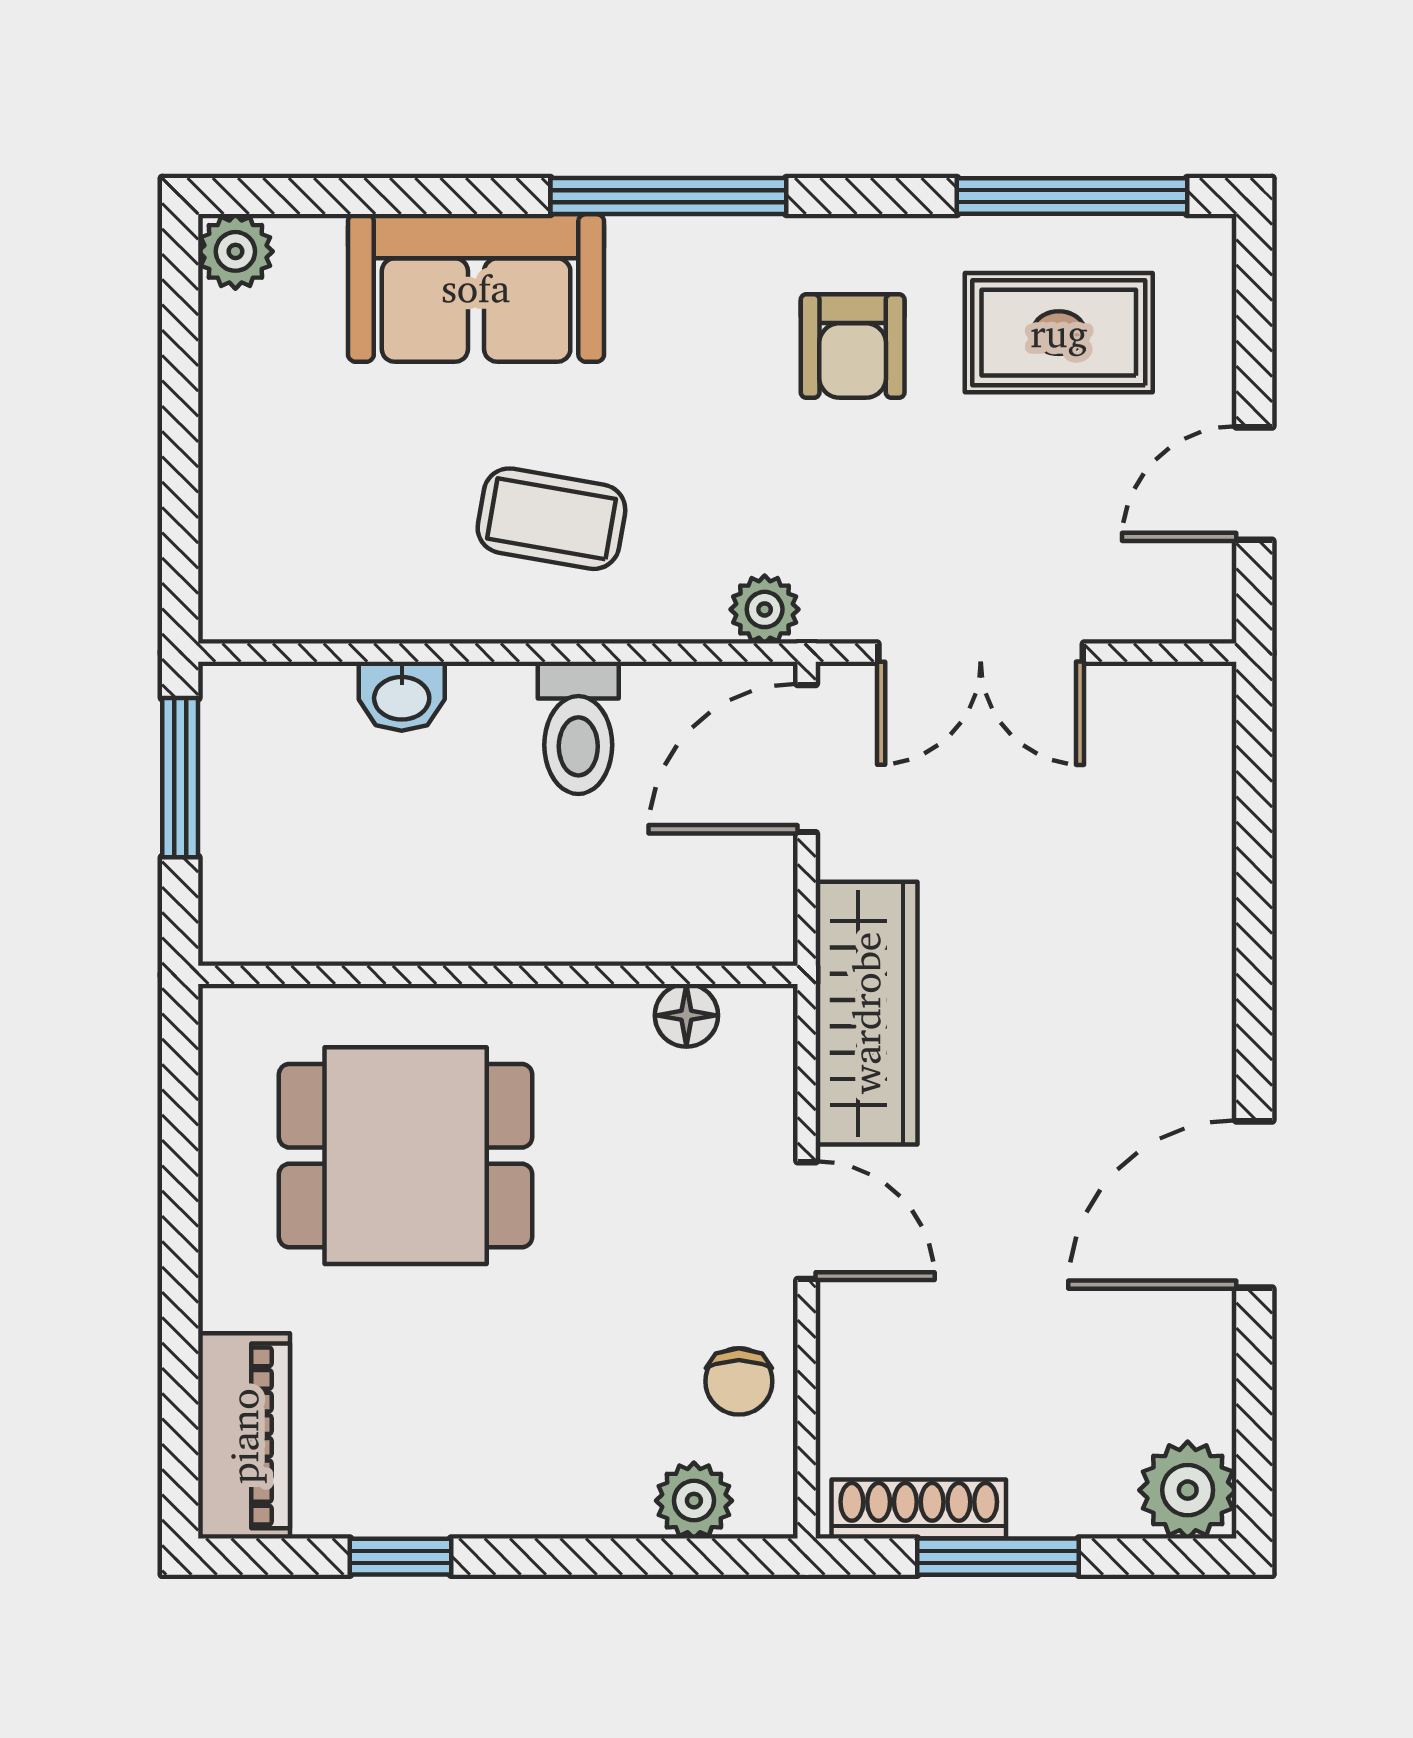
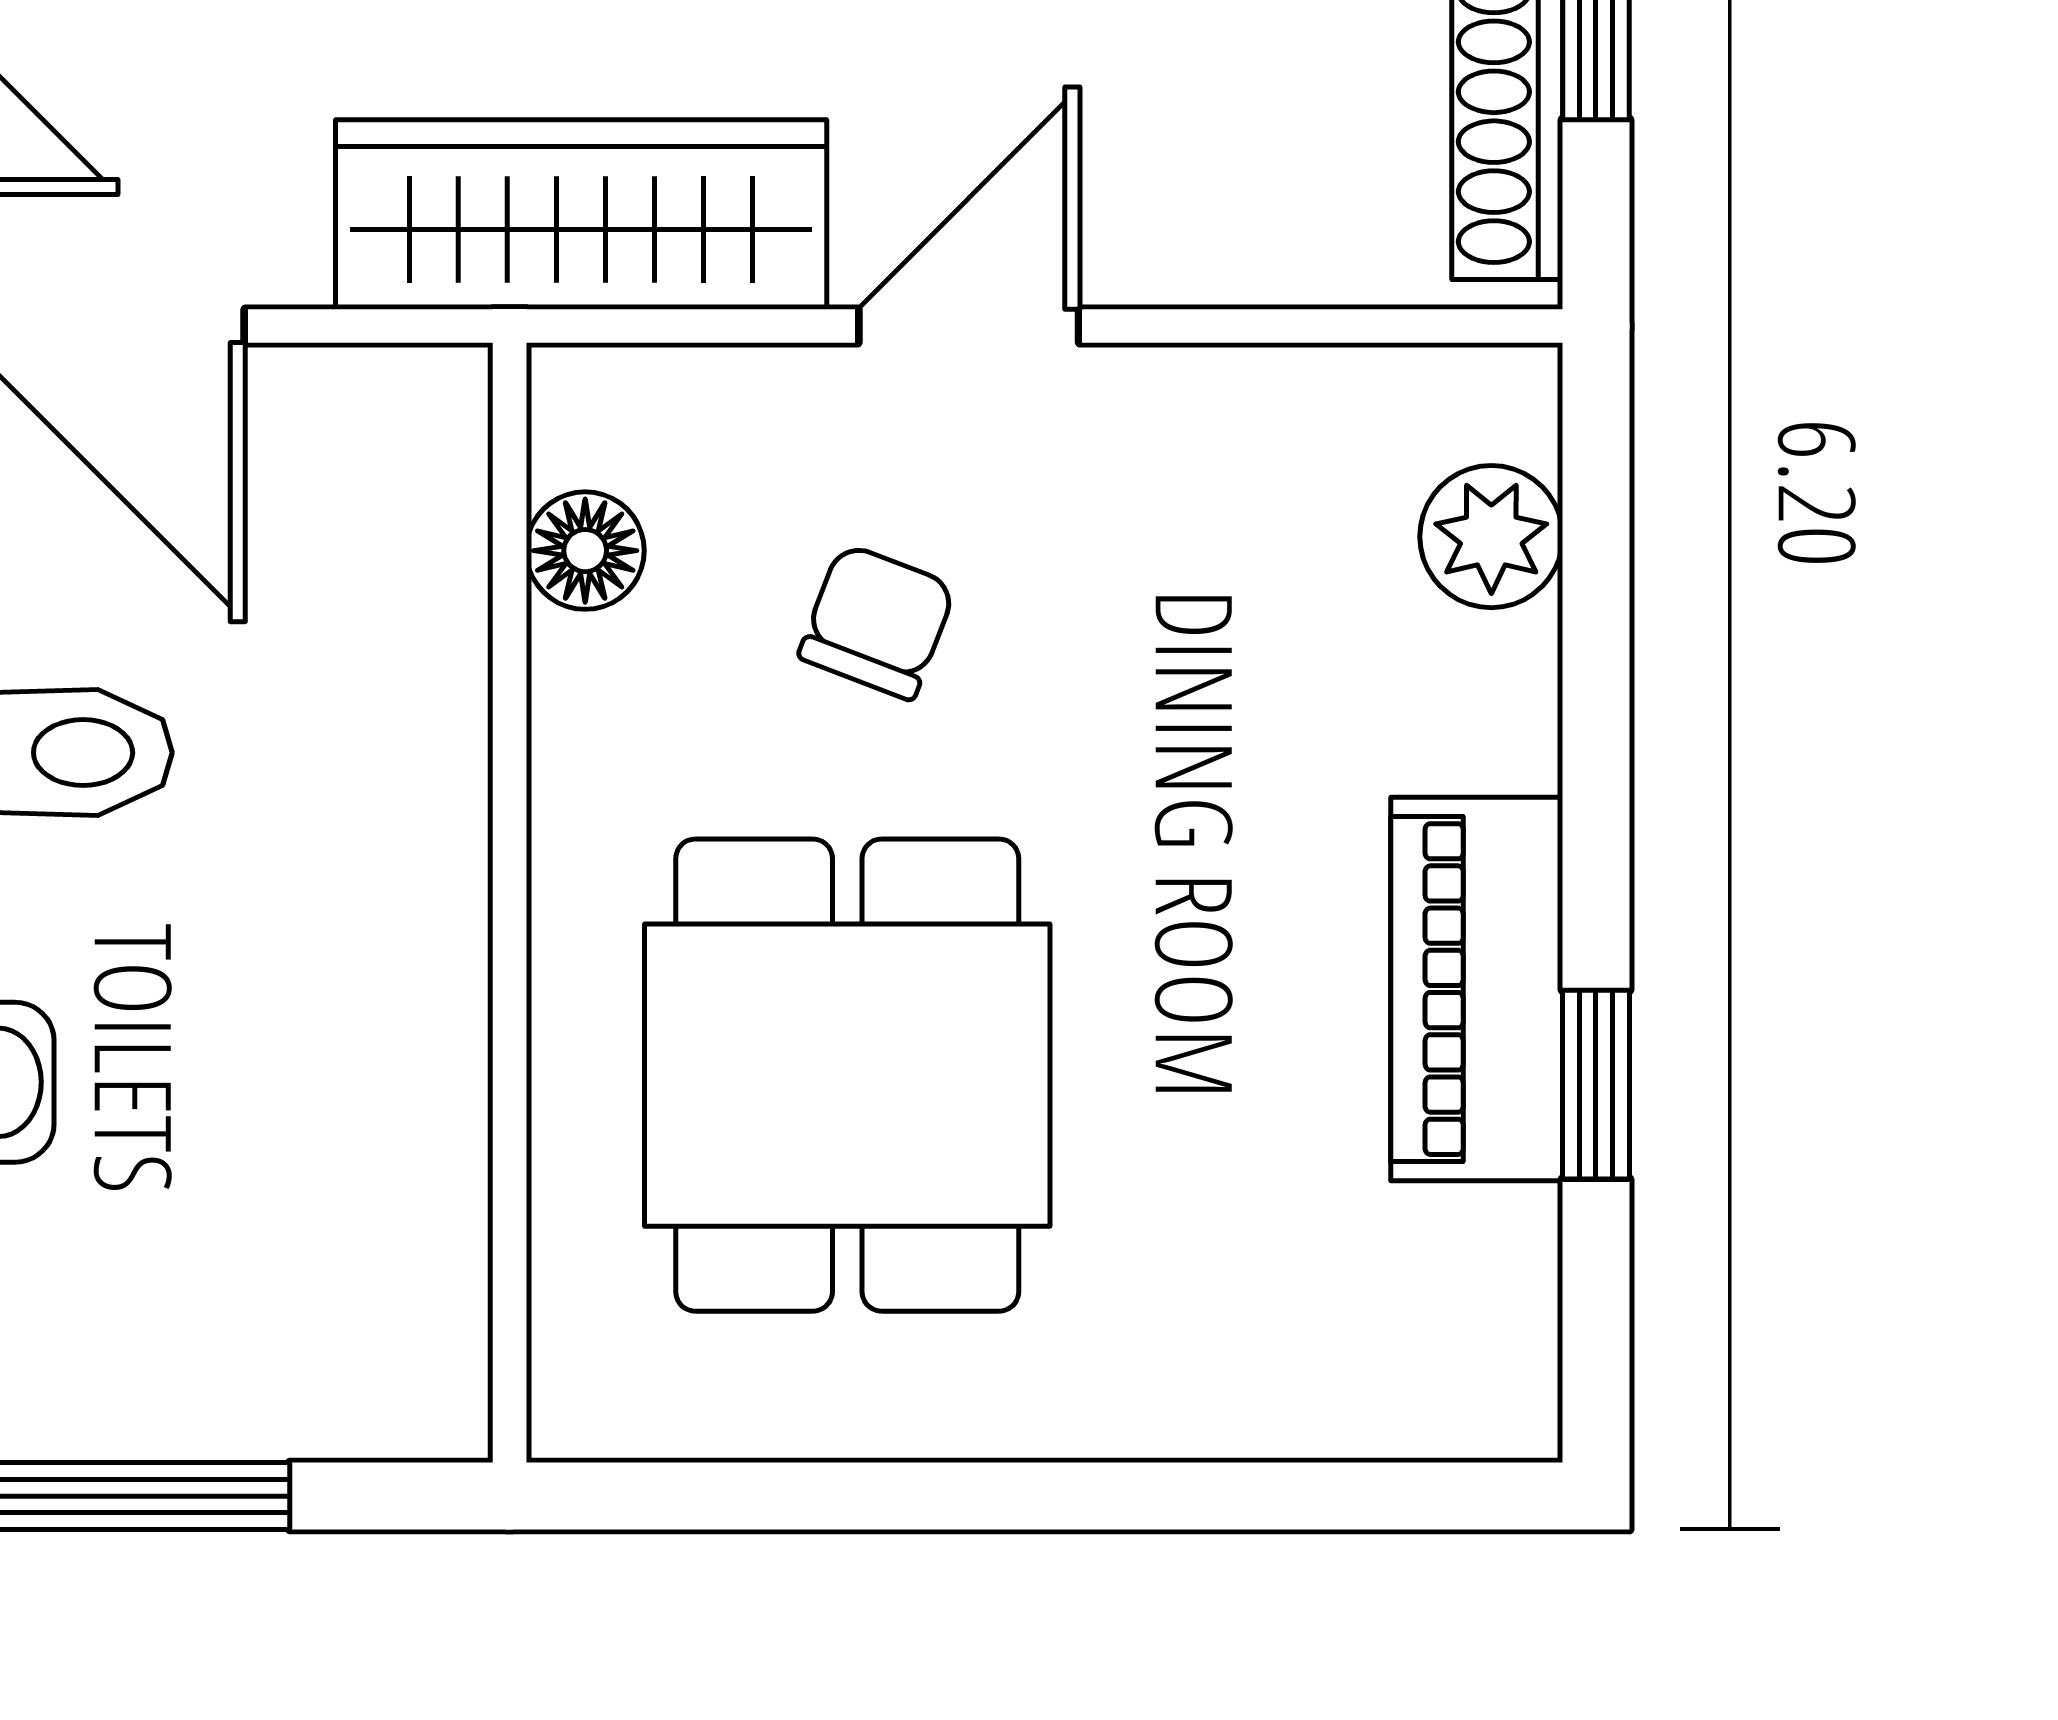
chair: (739, 1381) -> (877, 622), moved, turned -69
piano: (244, 1436) -> (1477, 989), moved, turned -90

